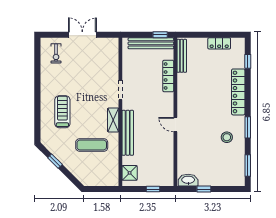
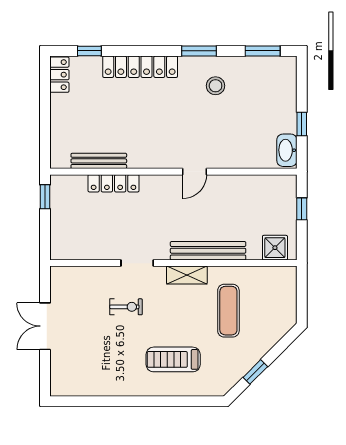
bench: (151, 43) -> (59, 212), removed
locker: (219, 43) -> (59, 75), moved
exercise bike: (56, 53) -> (126, 307), moved
bench: (182, 56) -> (99, 161), moved

